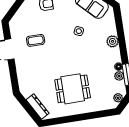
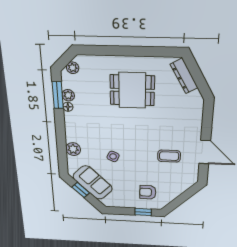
plant: (113, 41) -> (73, 149), moved

